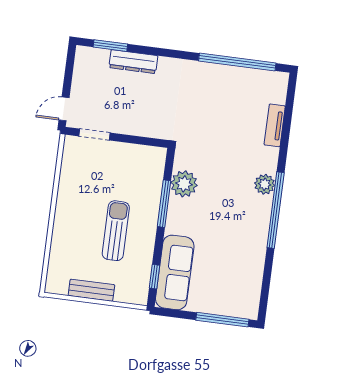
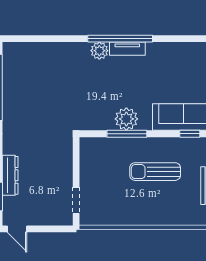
door: (64, 109) -> (17, 229), moved
tv unit: (275, 125) -> (127, 49), moved
plant: (184, 184) -> (126, 119), moved

